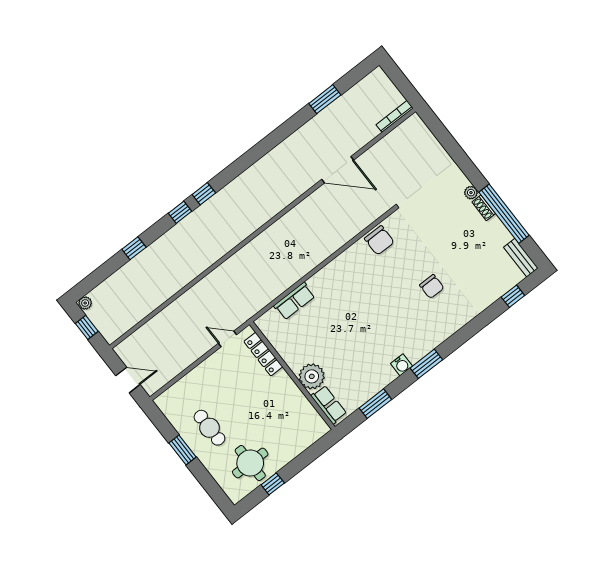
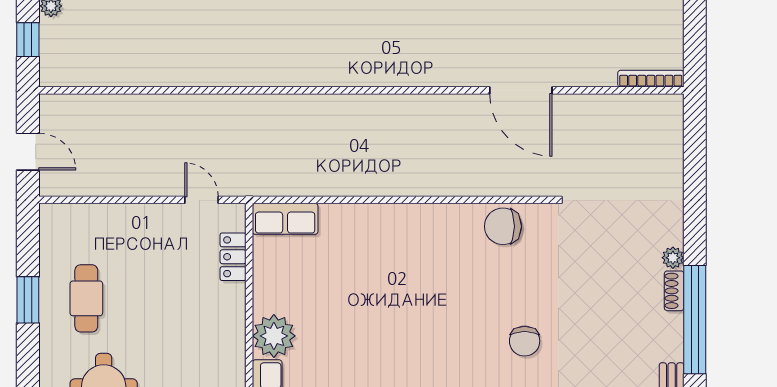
chair: (379, 240) -> (503, 226), turned 90
row of seats: (294, 301) -> (285, 219), moved
locker: (263, 354) -> (233, 257), width x0.66

